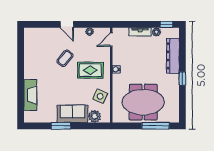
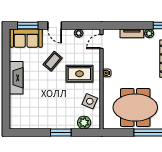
window: (41, 24) -> (28, 25), added
fireplace: (30, 95) -> (16, 78), moved
sofa: (73, 114) -> (26, 38), moved, turned 180
window: (61, 126) -> (61, 132), moved

